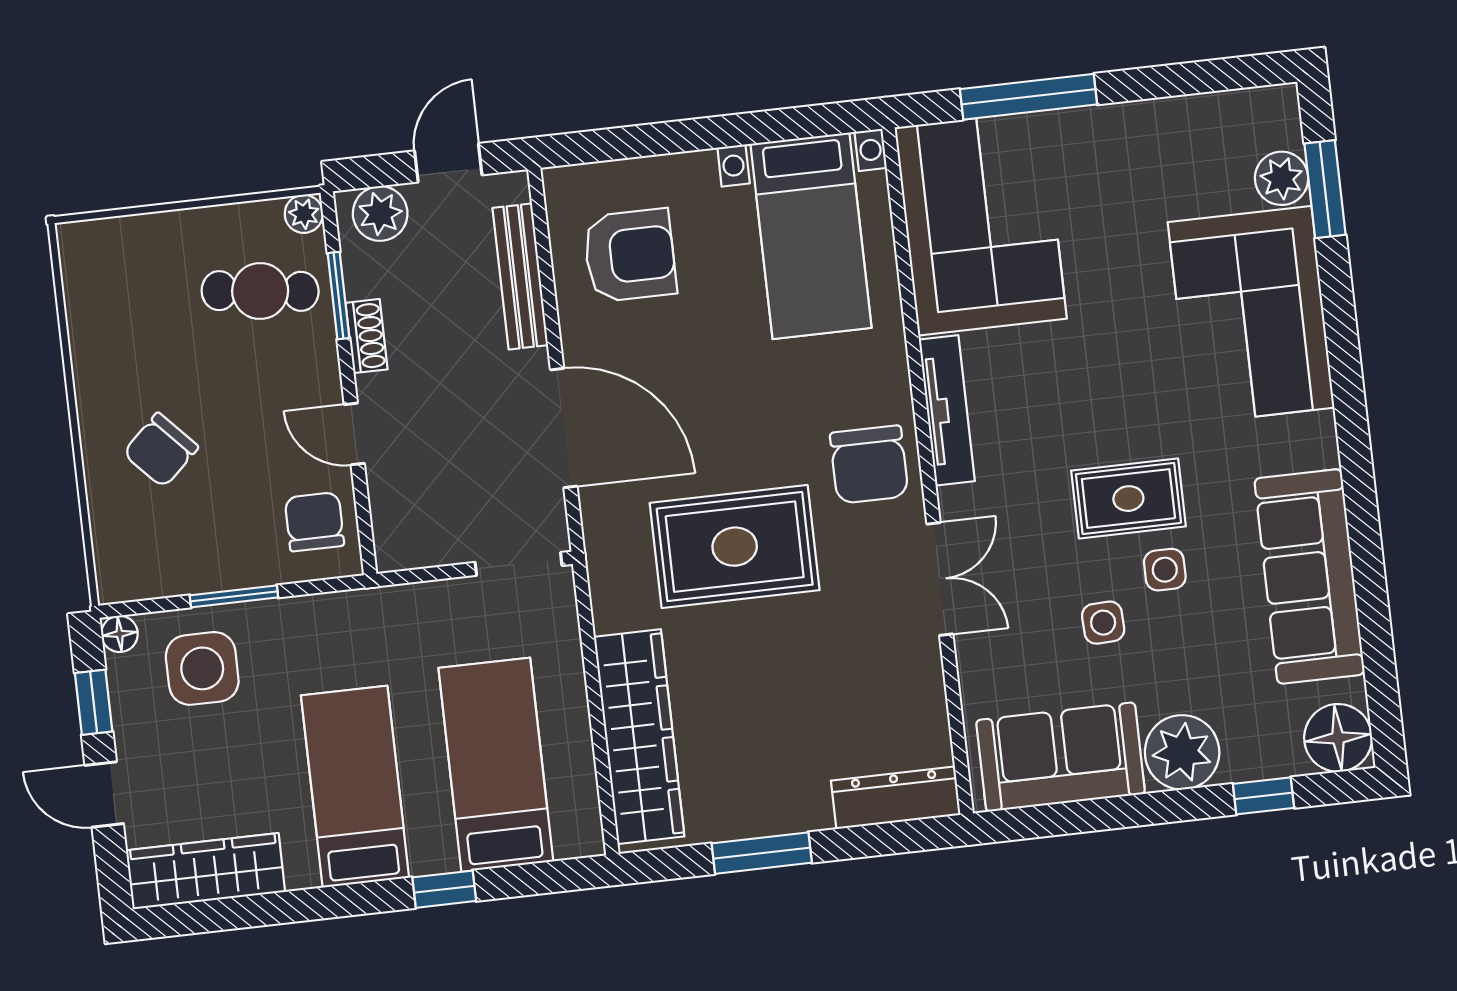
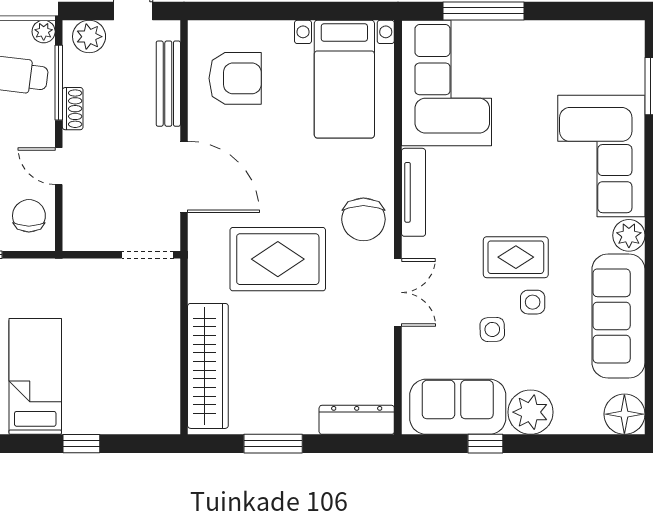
plant: (1282, 178) -> (629, 235), moved
window: (338, 296) -> (59, 83), width x1.44
bed: (496, 765) -> (121, 373), removed
window: (1264, 796) -> (485, 444), moved

